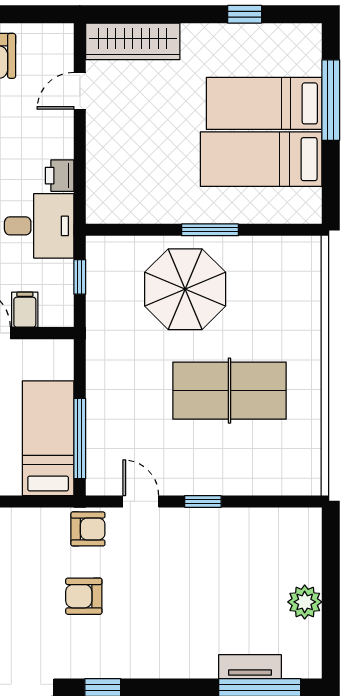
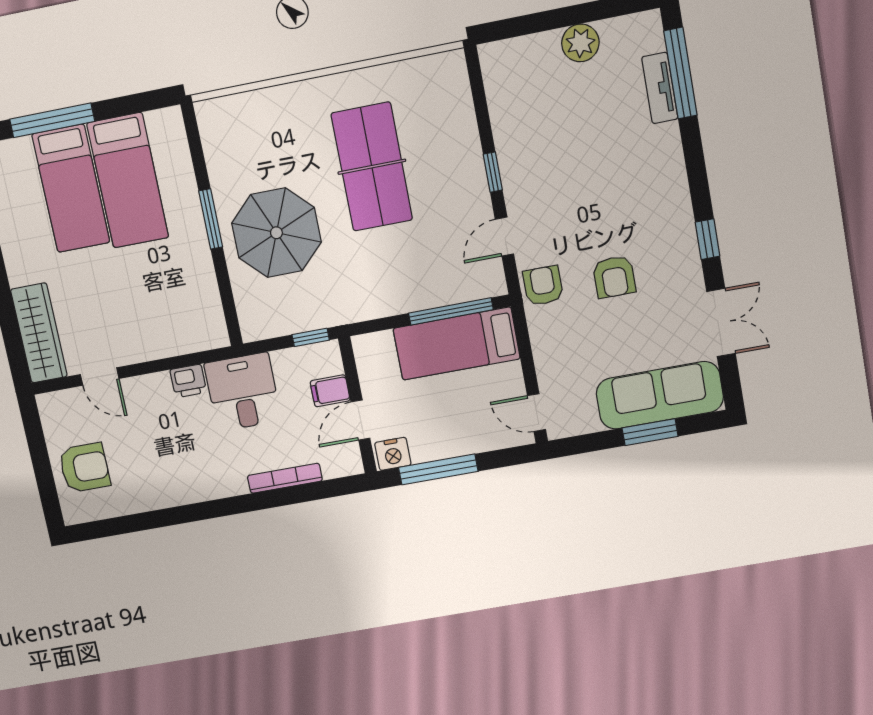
window: (80, 277) -> (311, 337), moved

